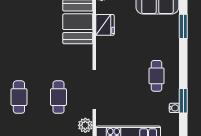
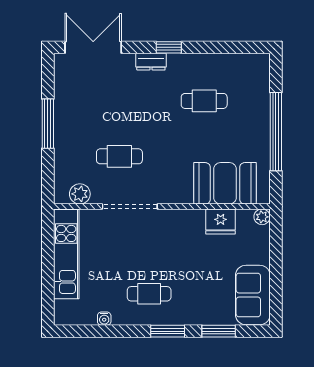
cafe table: (19, 97) -> (204, 101), moved
window: (183, 101) -> (168, 331), moved

